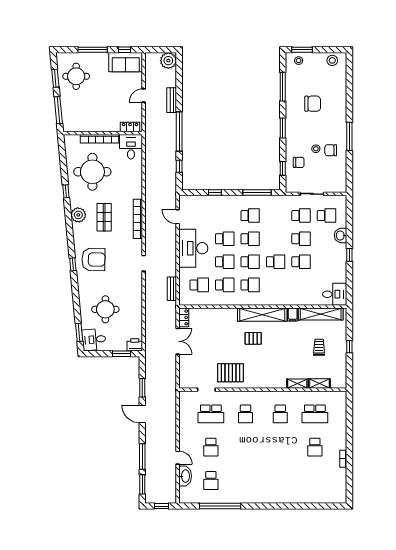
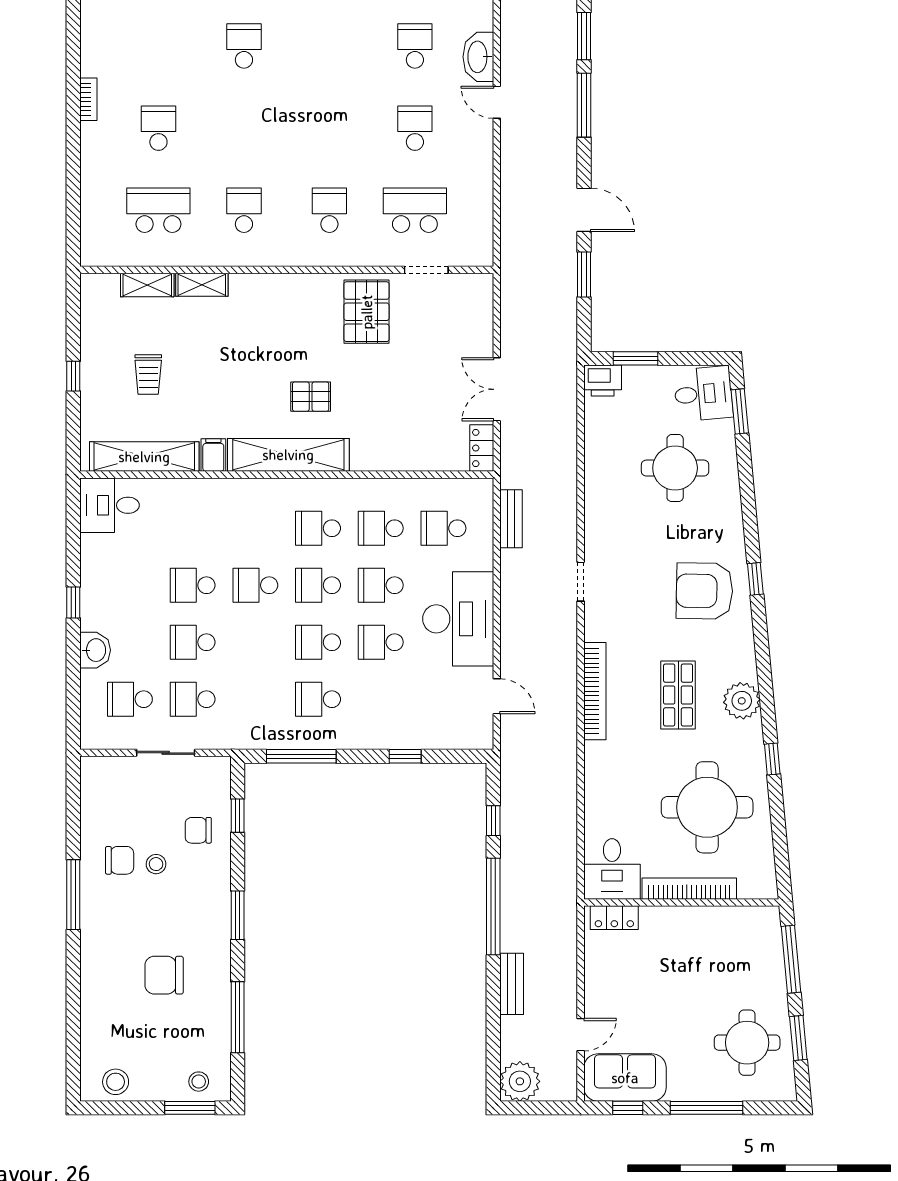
door: (144, 95) -> (581, 1035), moved
pallet: (230, 373) -> (367, 312), turned 90
school desk: (280, 480) -> (244, 46), added

